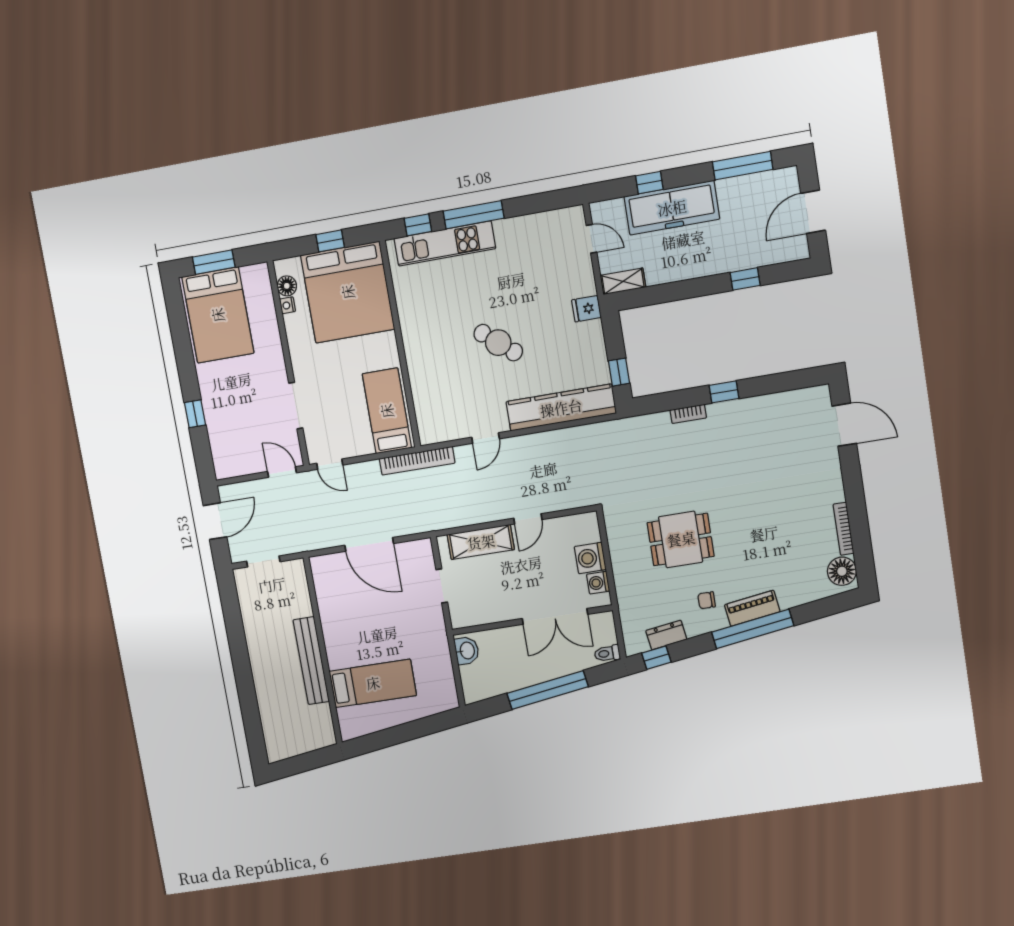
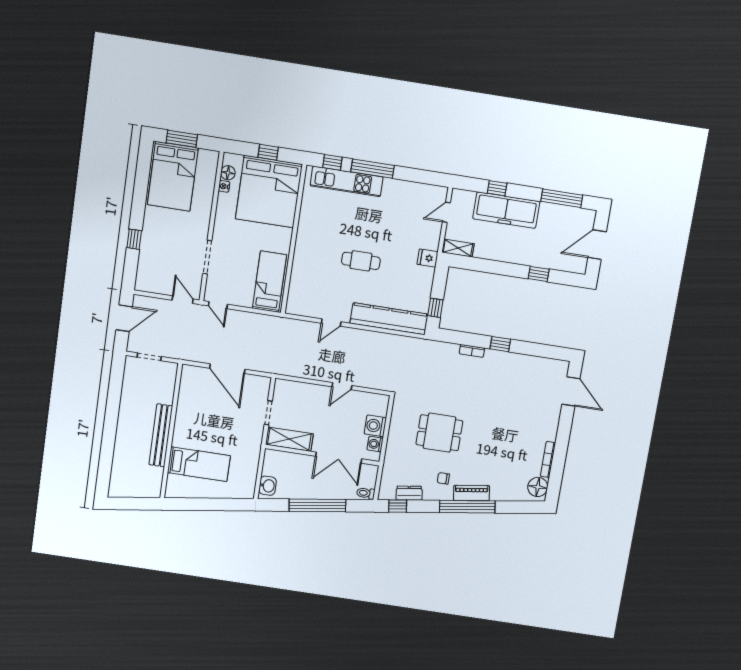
door: (591, 239) -> (446, 212), swing flipped
cafe table: (498, 343) -> (361, 261), turned -40
bookcase: (417, 461) -> (279, 322), removed
shelving: (481, 542) -> (289, 439), moved
washbasin: (467, 651) -> (268, 486), moved

